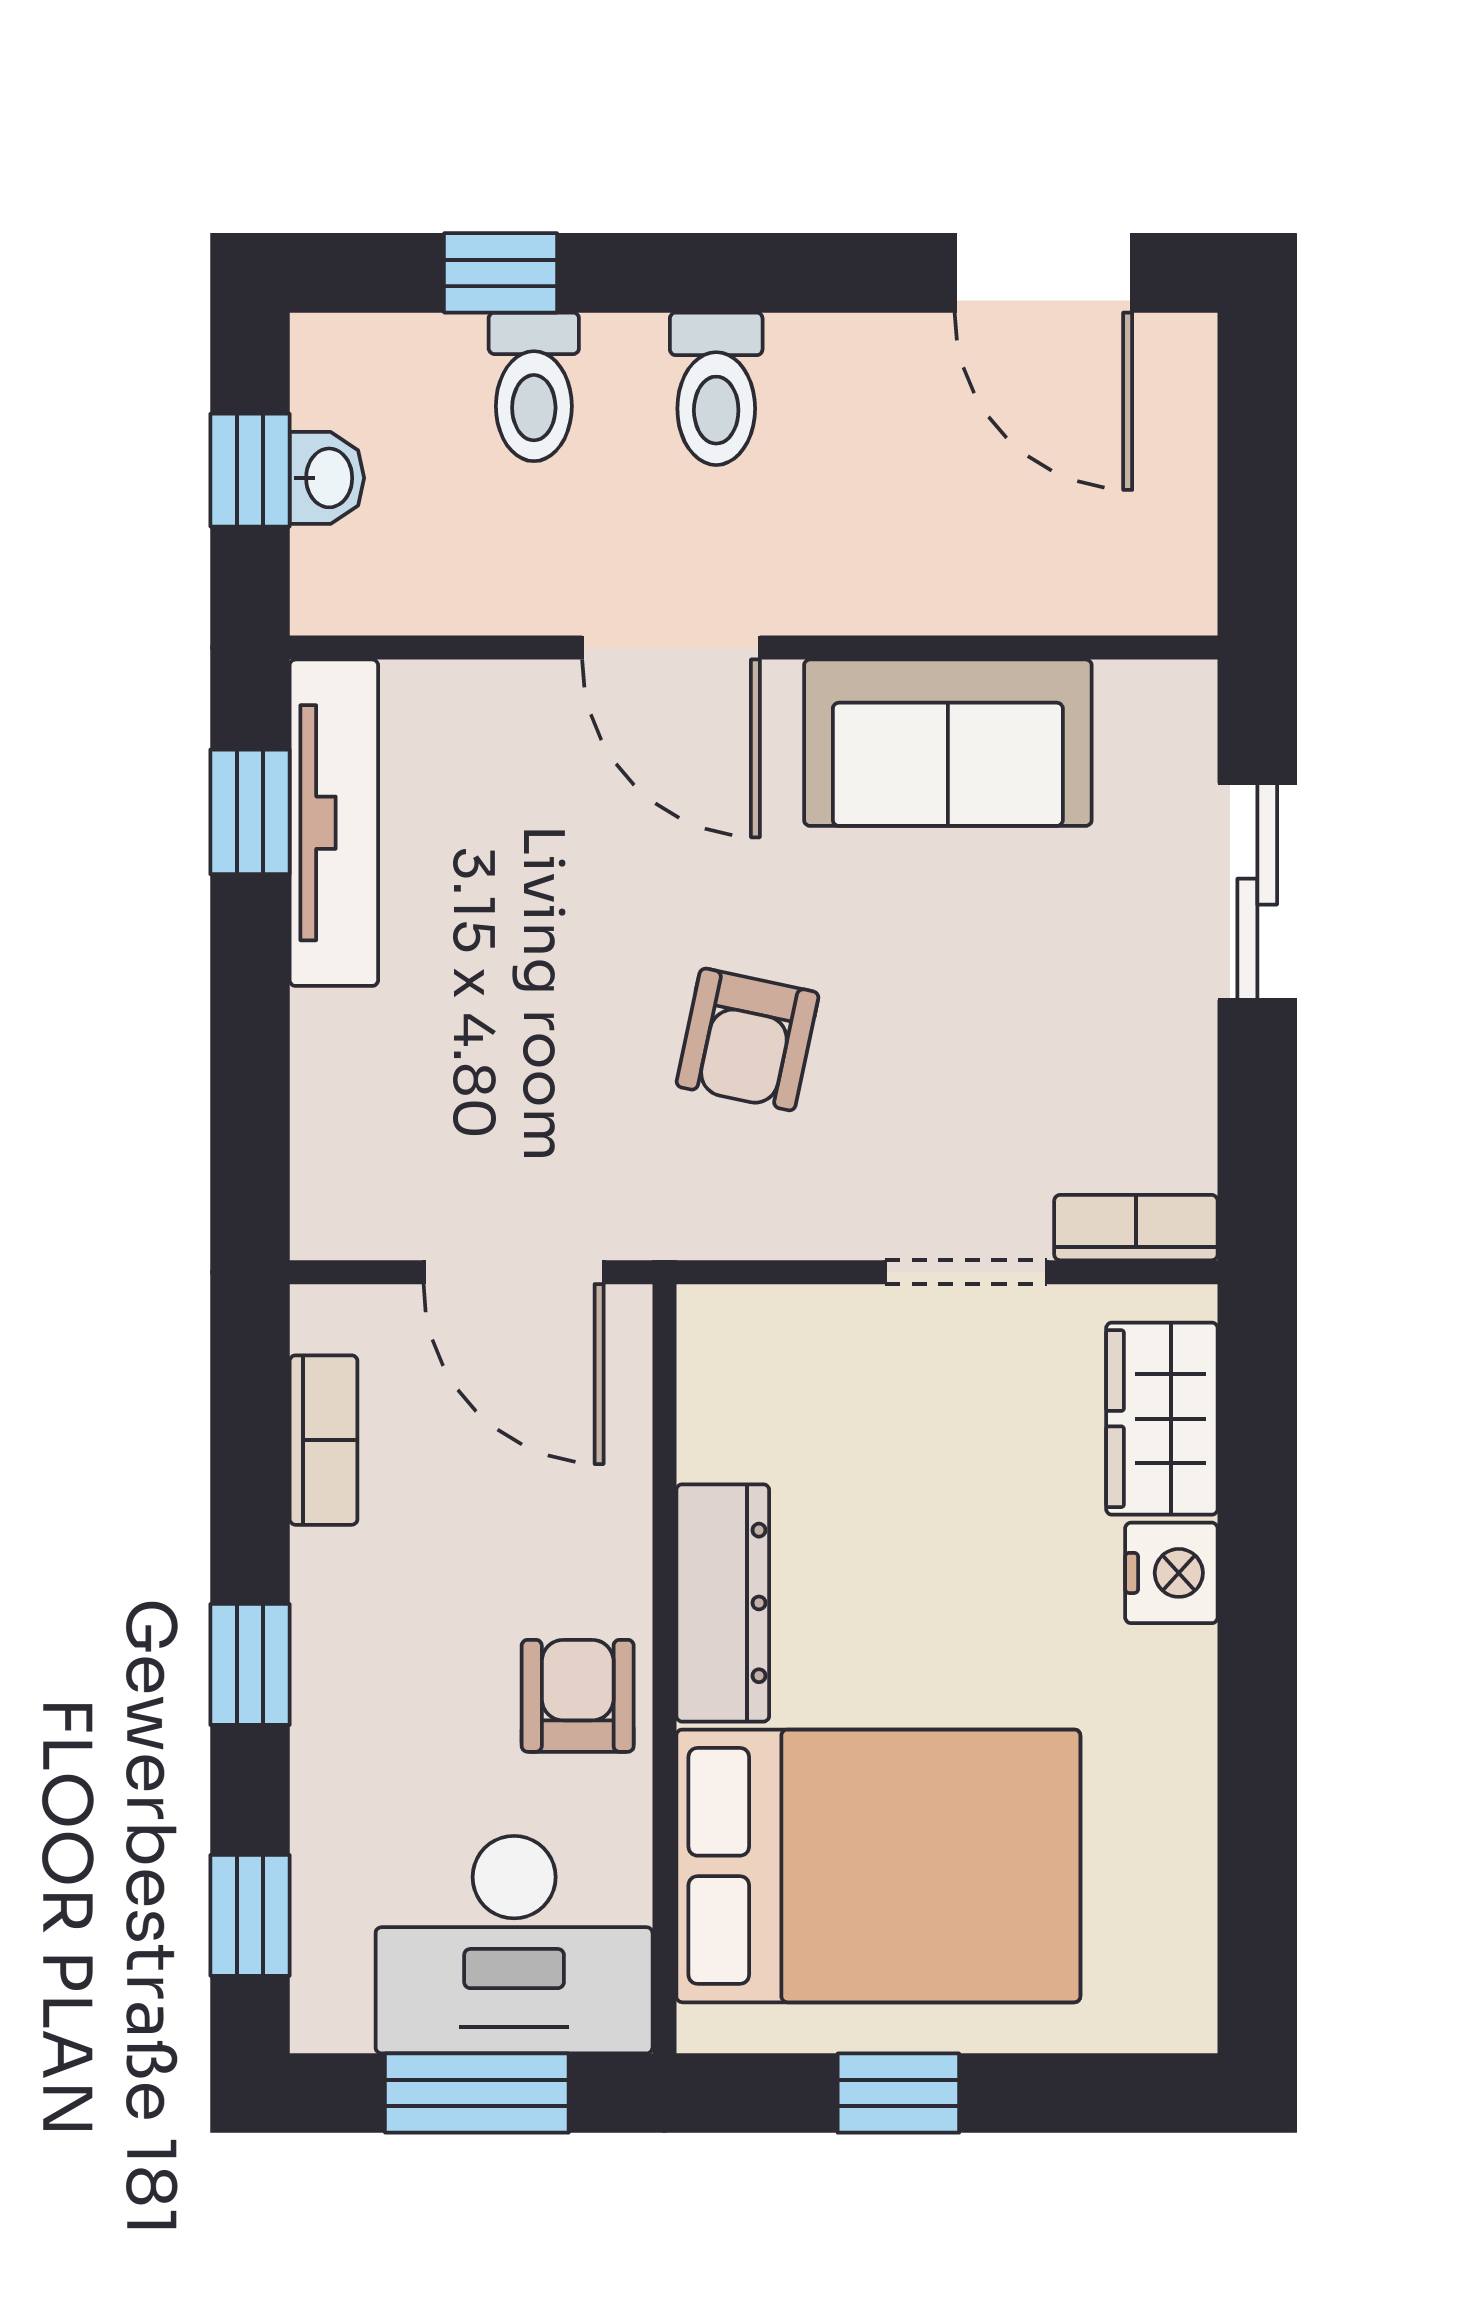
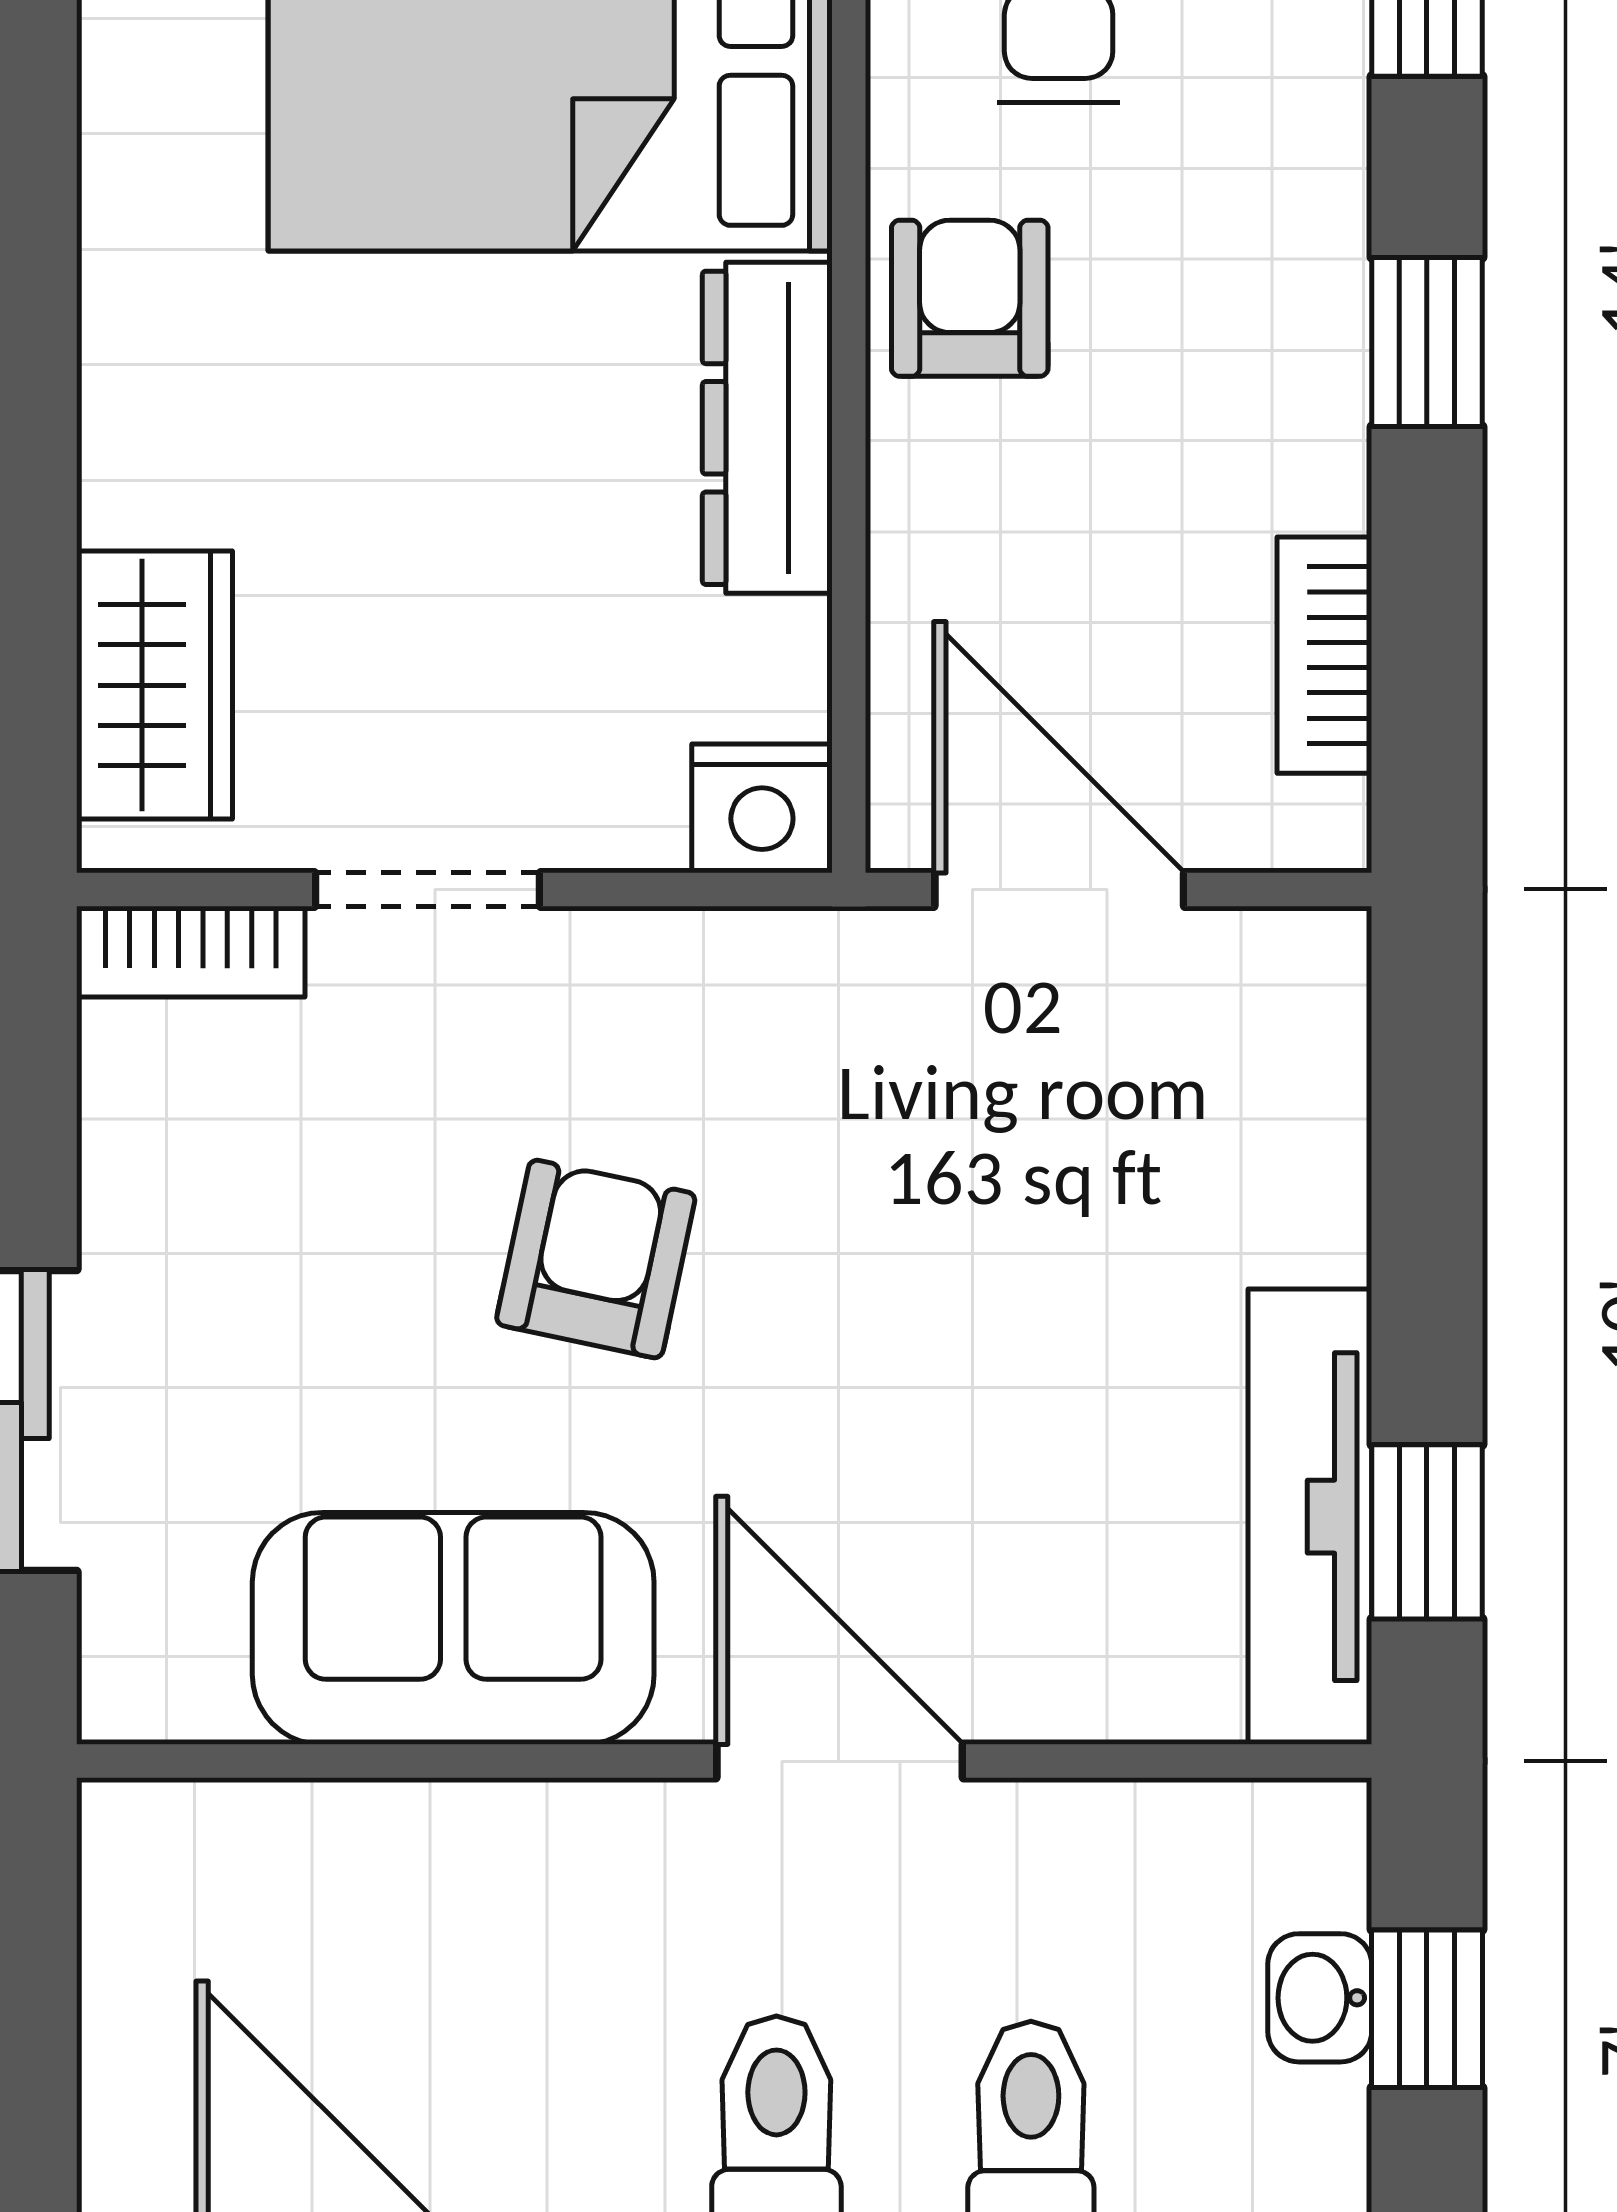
armchair: (748, 1039) -> (596, 1259), moved
nightstand: (1171, 1573) -> (762, 808), moved, turned -90
armchair: (578, 1696) -> (970, 298), turned 180

